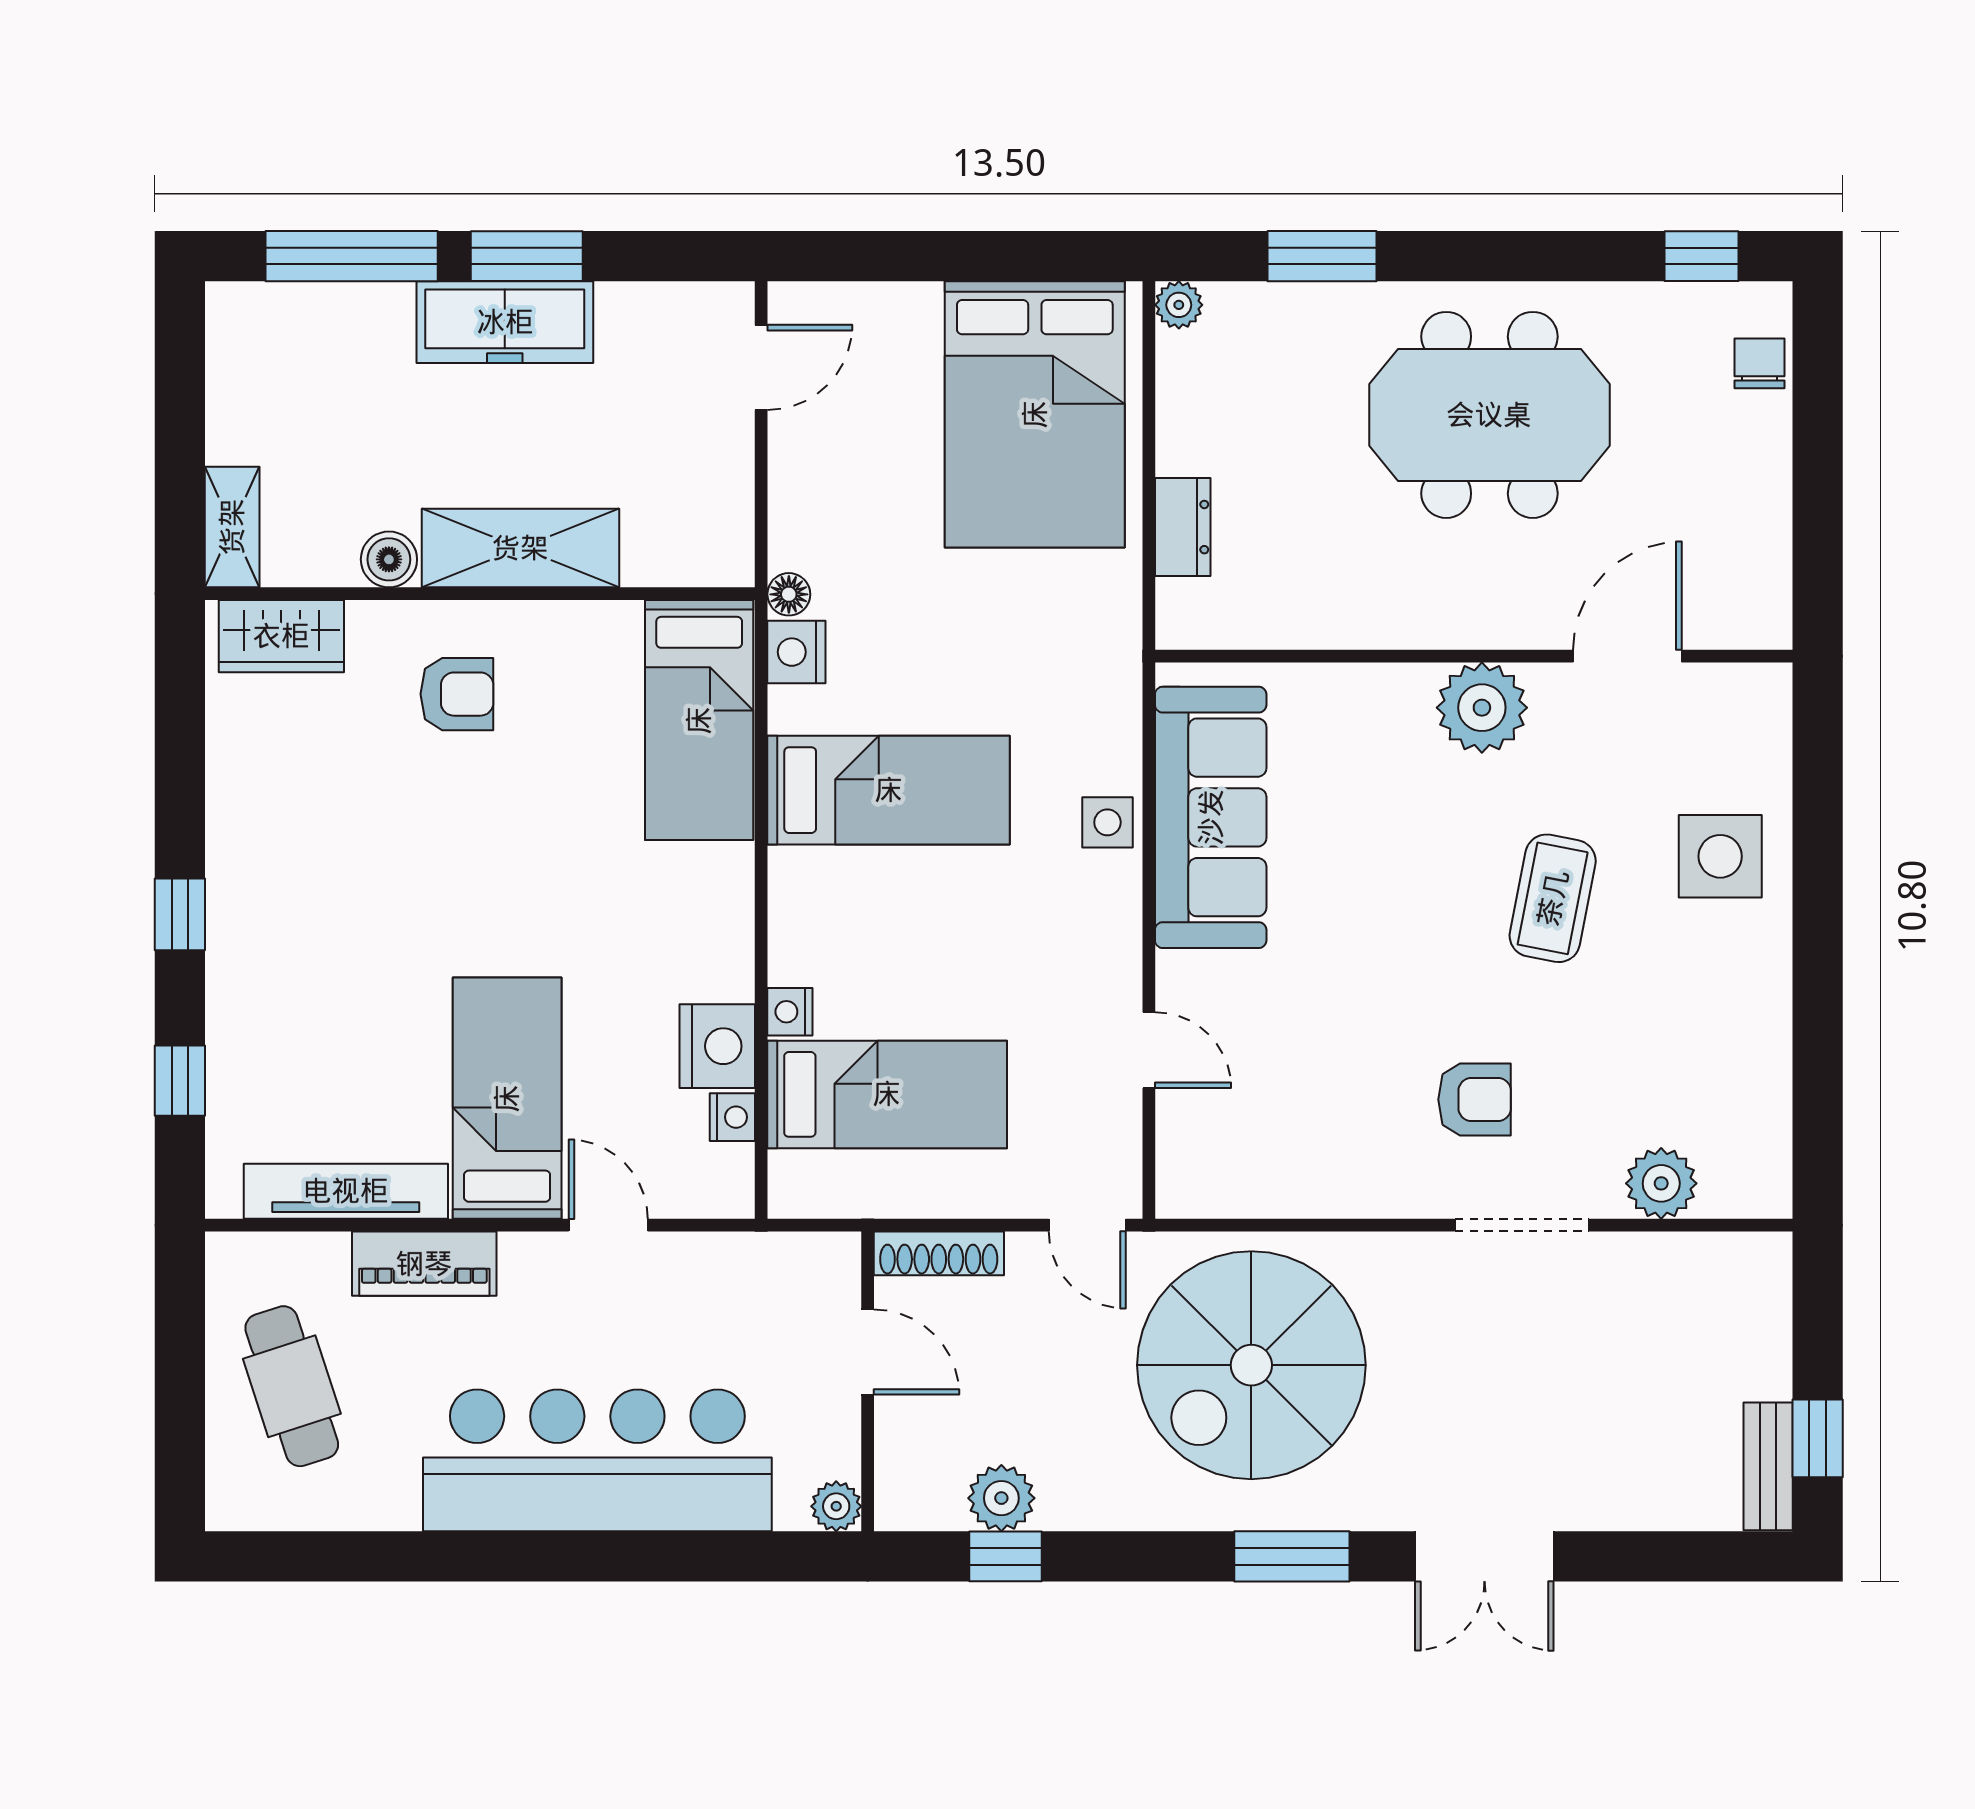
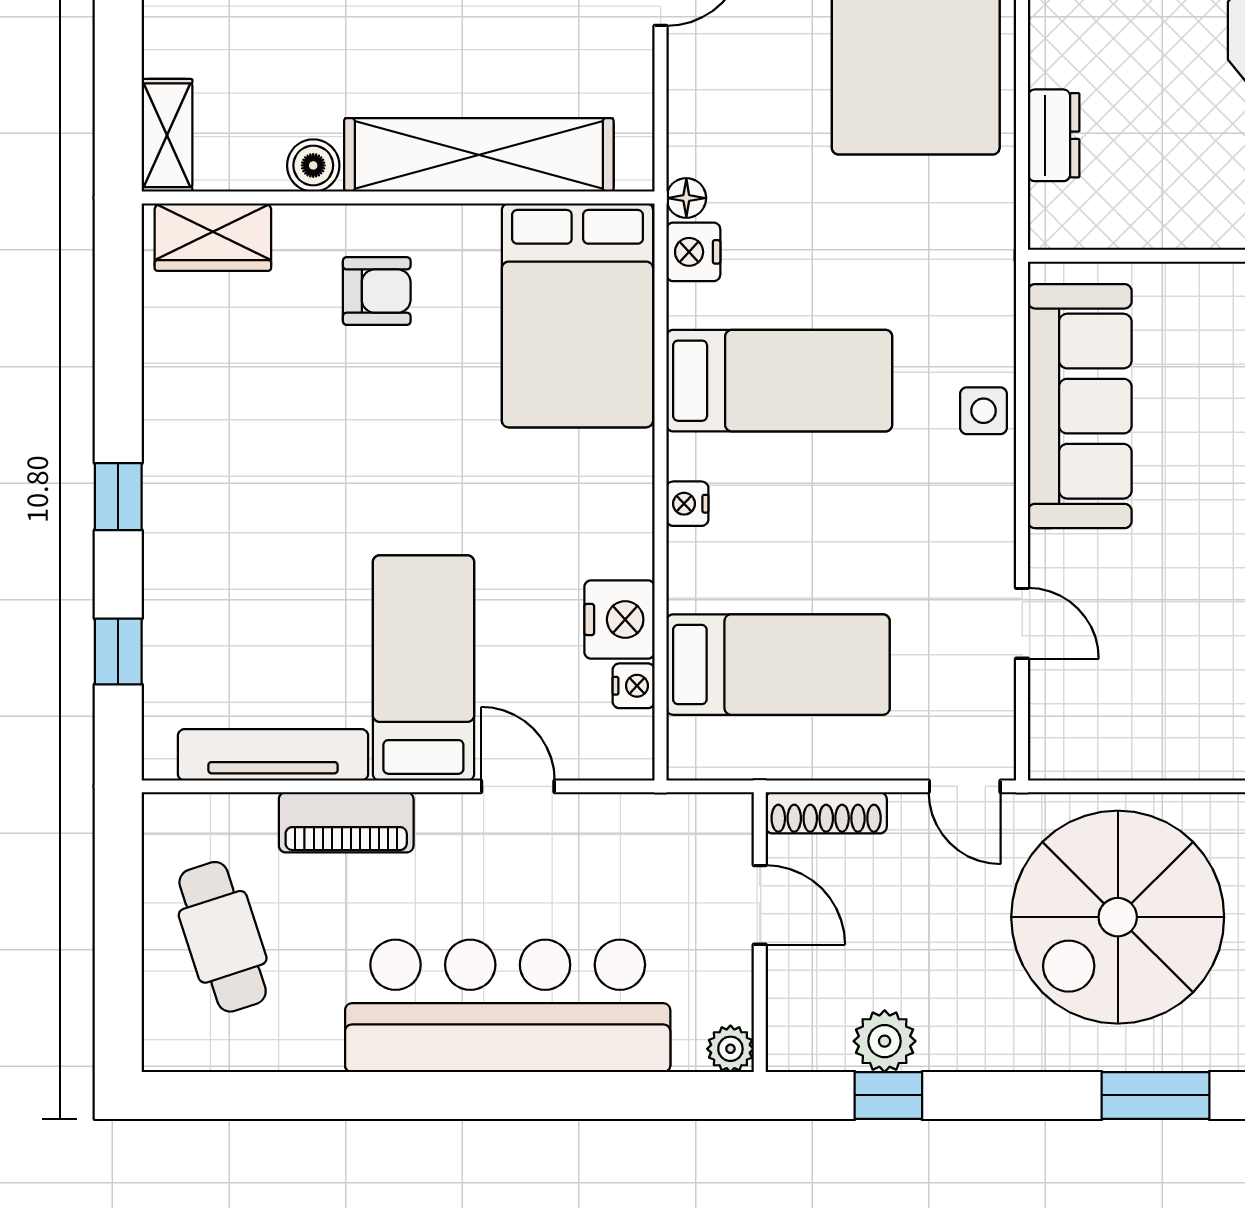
shelving: (520, 548) -> (479, 155), width x1.47
bed: (699, 720) -> (577, 315), width x1.50
nightstand: (790, 1012) -> (687, 504), moved

